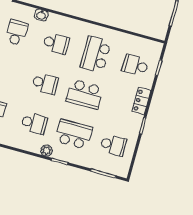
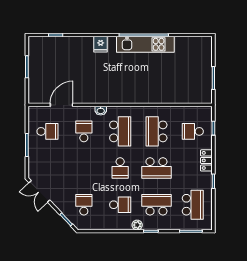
school desk: (56, 43) -> (120, 131), width x1.85
school desk: (45, 83) -> (120, 168), turned 90
school desk: (113, 145) -> (193, 205), width x1.85

